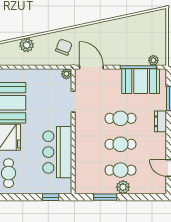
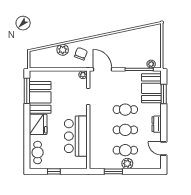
plant: (27, 45) -> (63, 50), moved
booth: (141, 81) -> (151, 88), moved, turned 90
dresser: (160, 121) -> (157, 124), moved
window: (51, 197) -> (54, 171), moved

